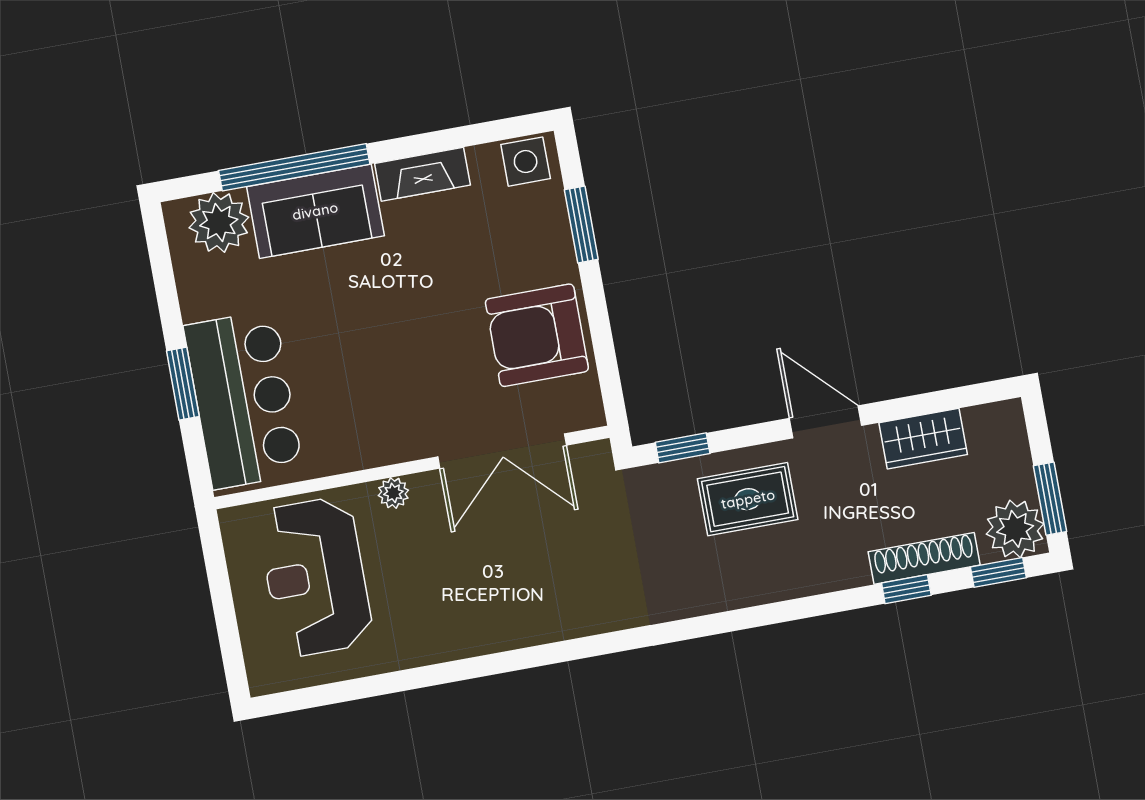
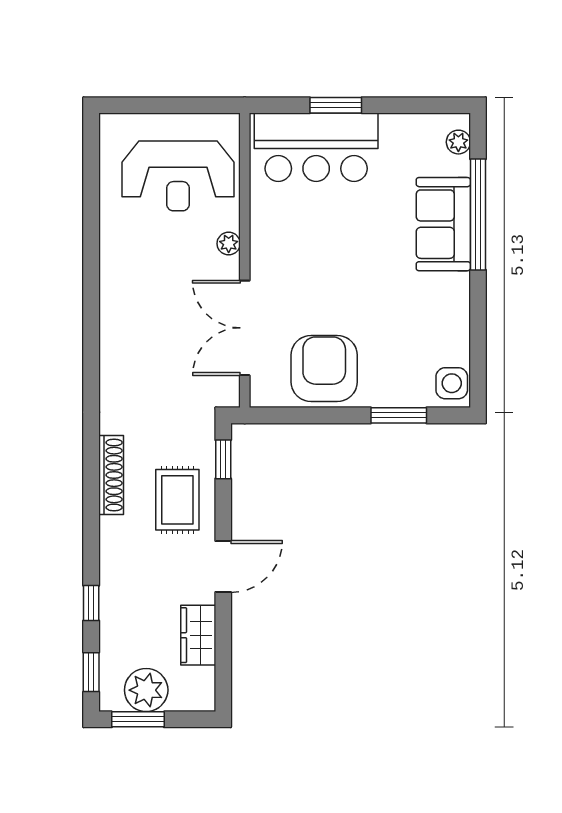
fireplace: (422, 174) -> (456, 307), removed
plant: (219, 223) -> (458, 142), width x0.53, depth x0.53
plant: (1015, 529) -> (146, 690), moved
shoe rack: (924, 558) -> (111, 475), moved
reception desk: (315, 577) -> (178, 176), turned 180

